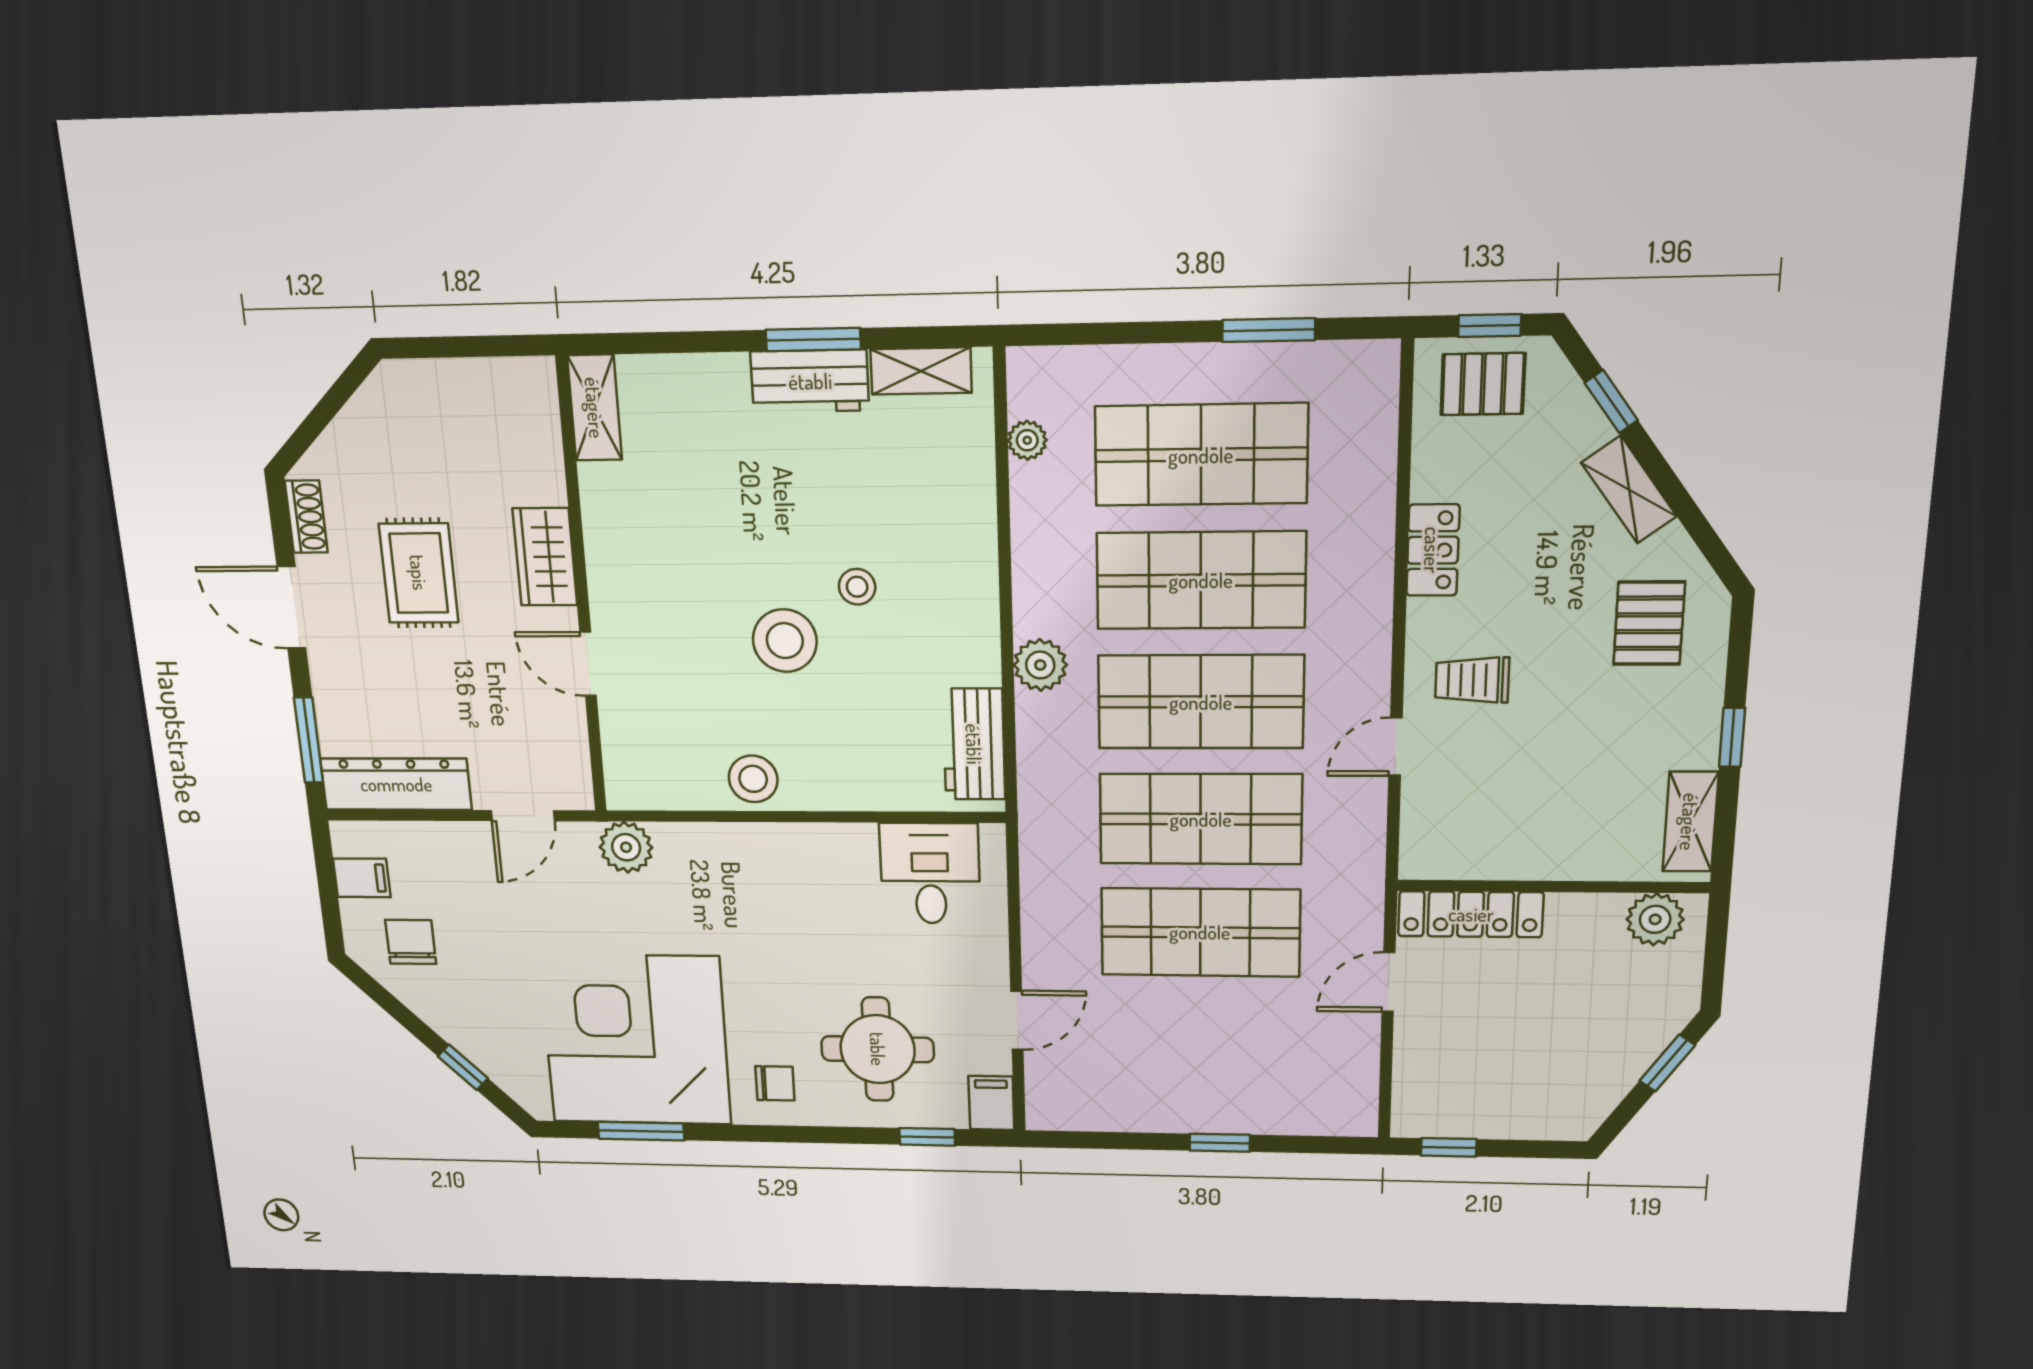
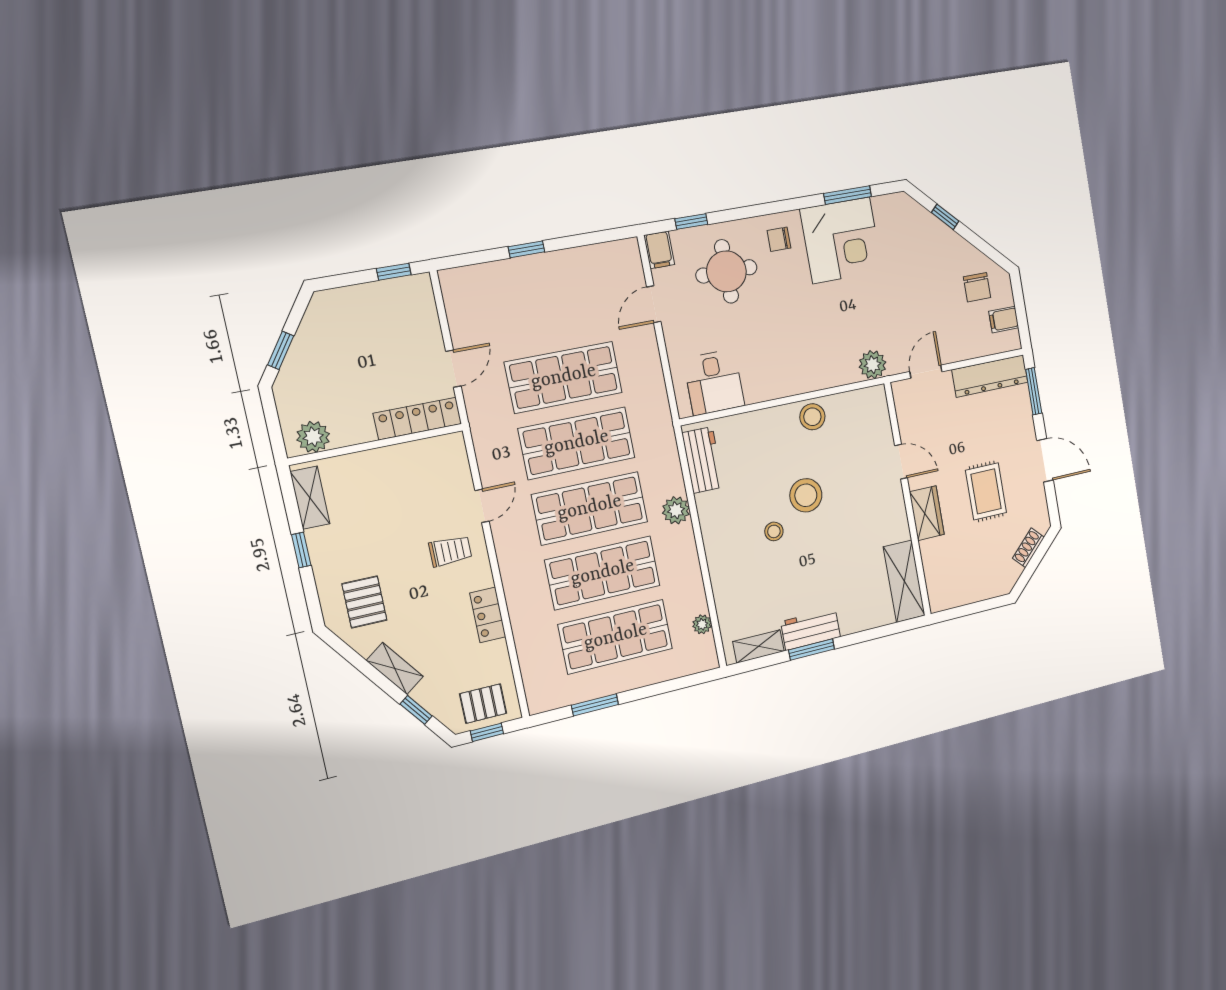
shelving: (595, 408) -> (904, 581), width x1.50, depth x1.33
shoe rack: (306, 517) -> (1028, 548), moved, turned 45
corner desk: (636, 1040) -> (841, 240), width x0.74, depth x0.74

